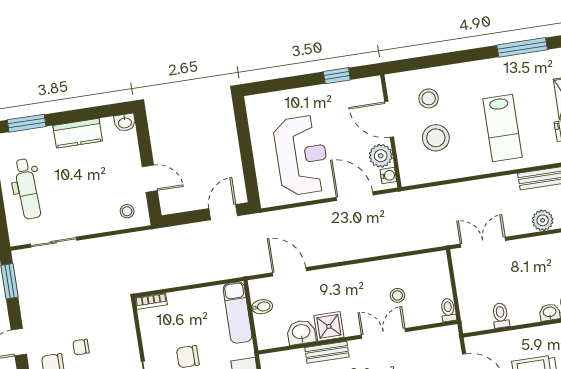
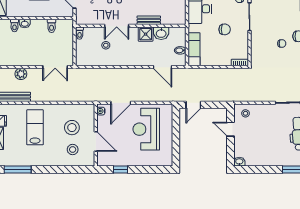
kitchen counter: (78, 133) -> (266, 160), removed
plant: (381, 156) -> (103, 122), removed
door: (355, 196) -> (121, 103), hinge flipped

